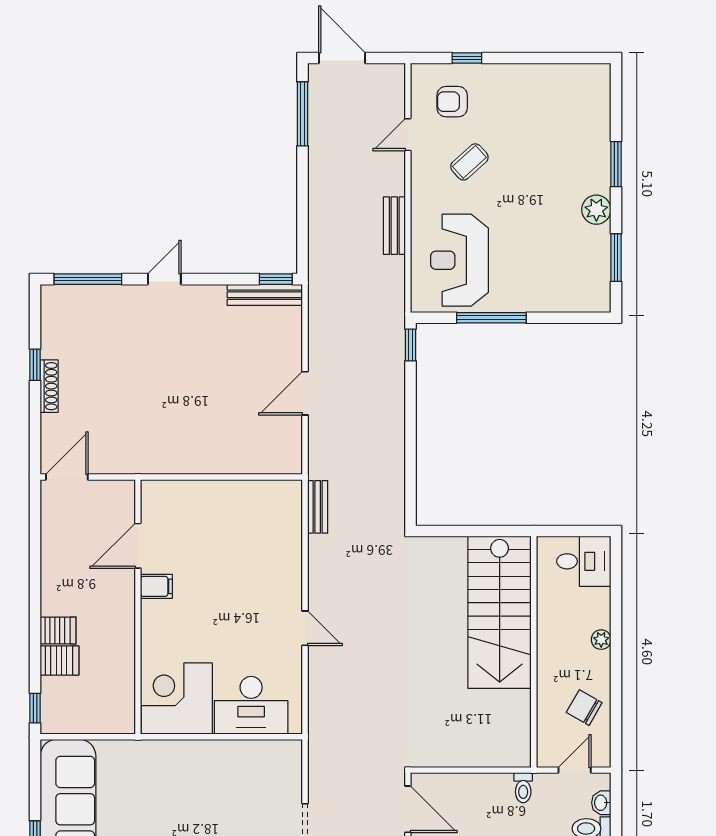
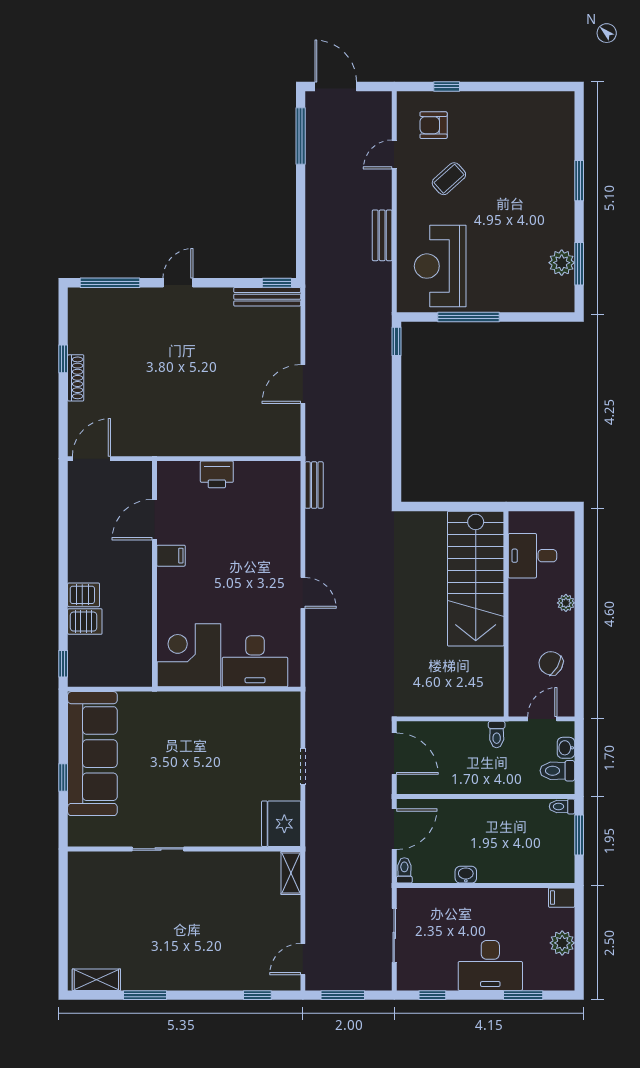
plant: (596, 210) -> (562, 263), moved
printer: (208, 495) -> (217, 474), added
desk: (584, 561) -> (532, 556), moved, turned 180

